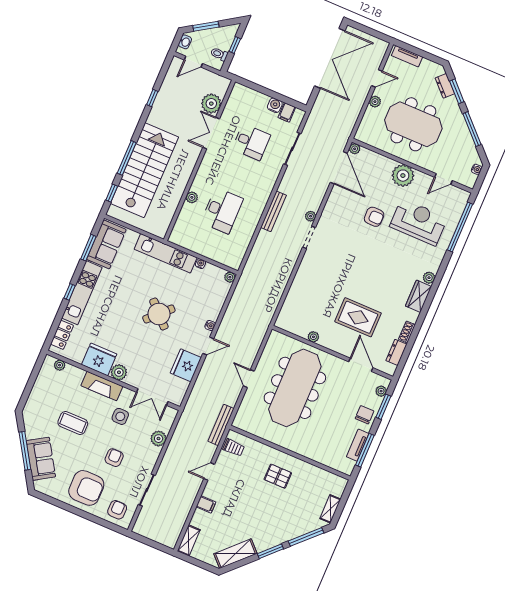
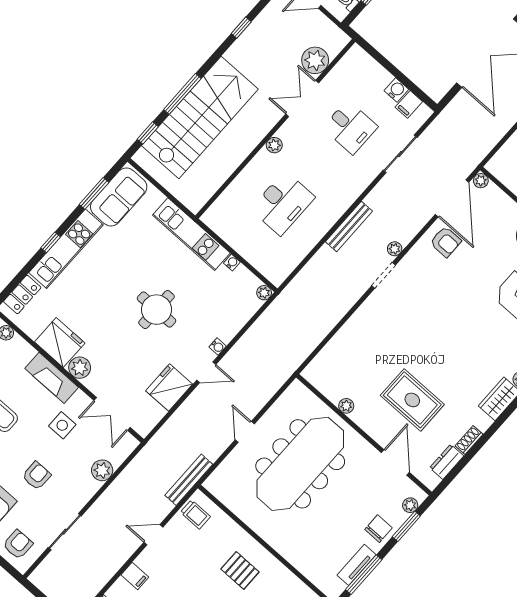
plant: (192, 197) -> (274, 145), moved
armchair: (374, 217) -> (446, 242), moved
round table: (159, 314) -> (156, 310), turned 45

